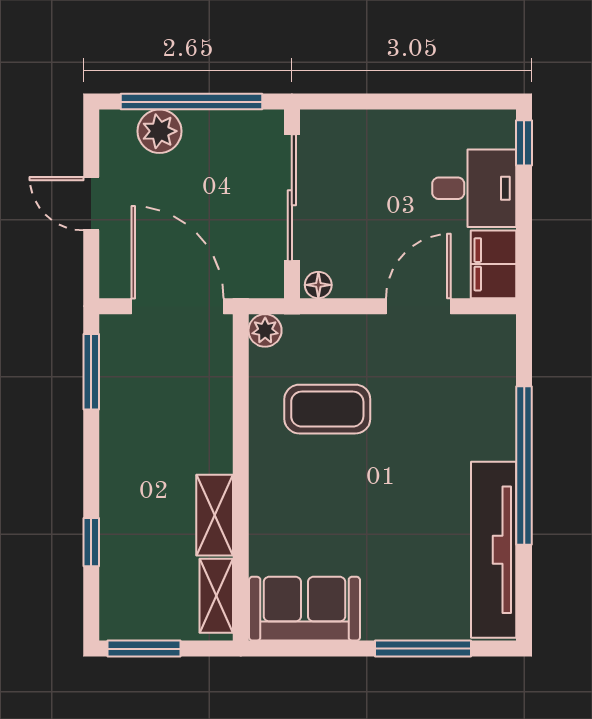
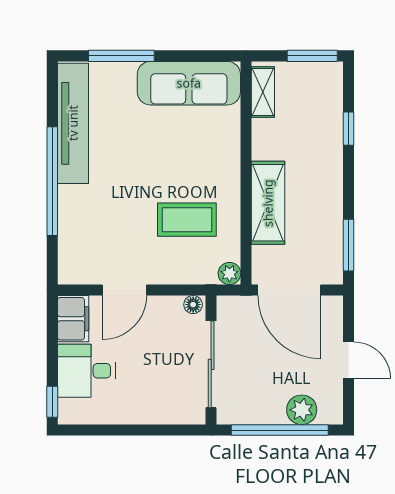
shelving: (215, 515) -> (268, 203), moved, width x1.50, depth x1.33
sofa: (304, 609) -> (189, 83), width x1.36

